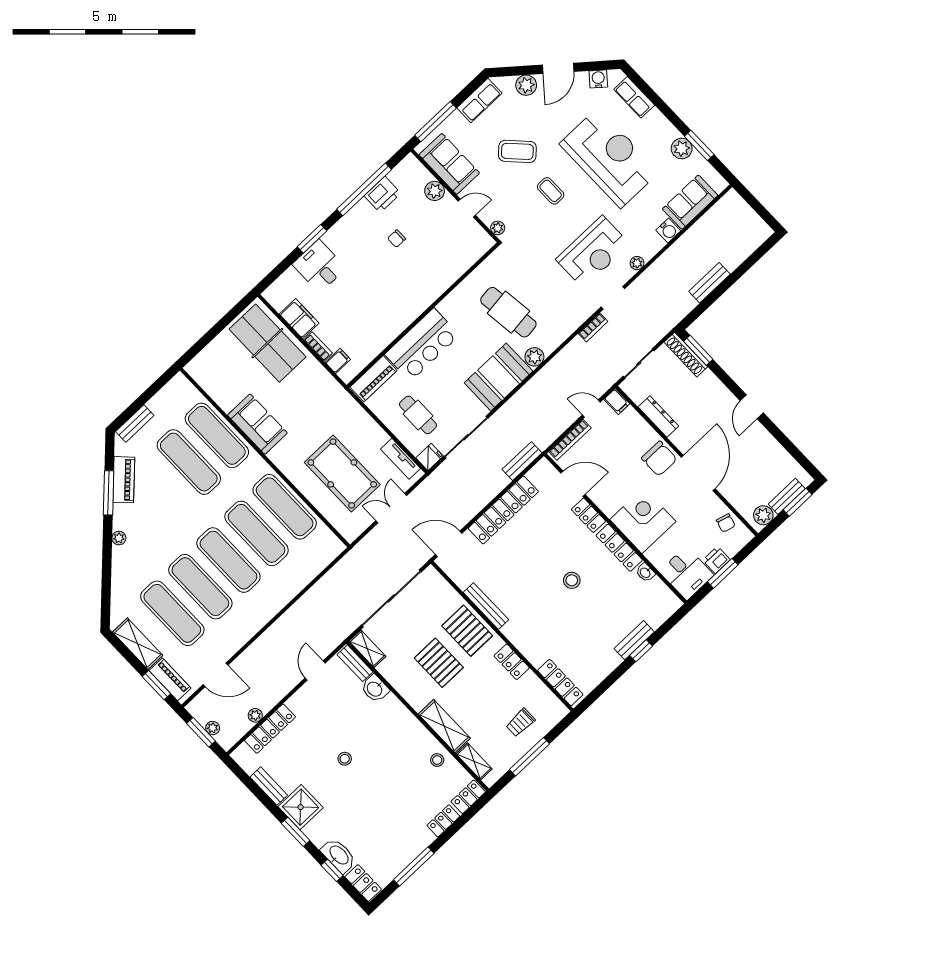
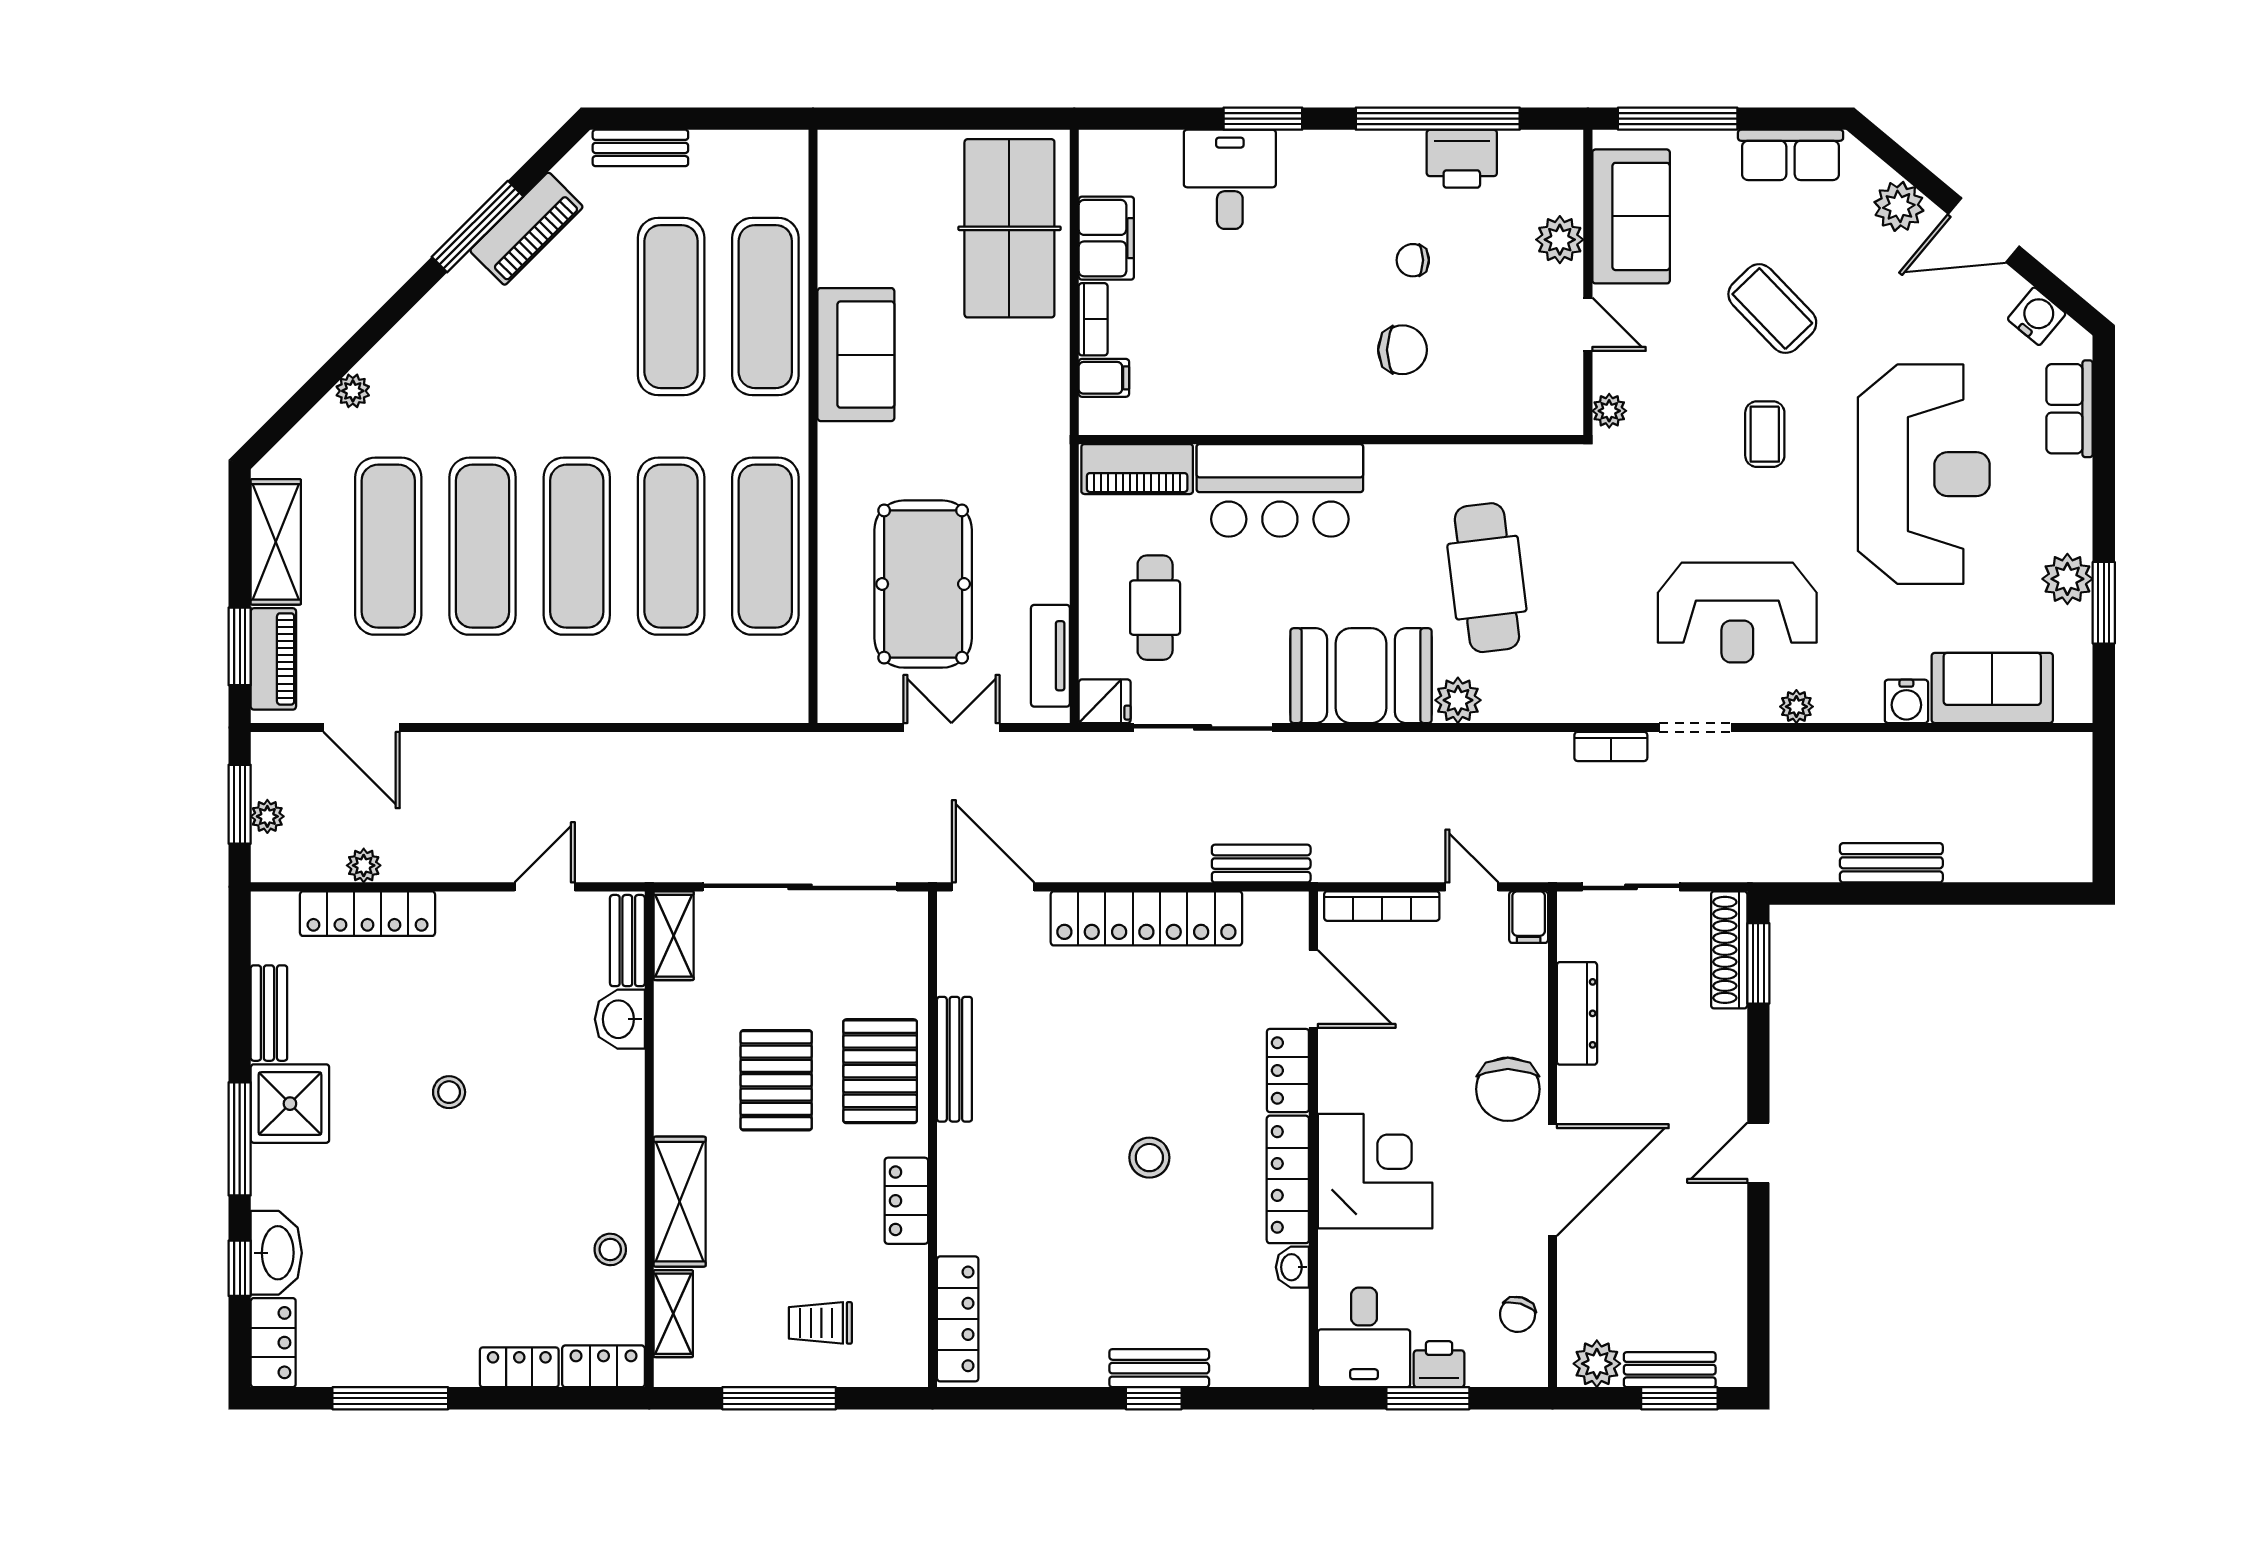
chair: (419, 268) -> (1402, 350), added
plant: (119, 538) -> (353, 391), moved
window: (296, 832) -> (240, 1139), width x1.44

